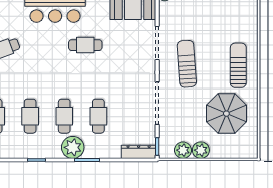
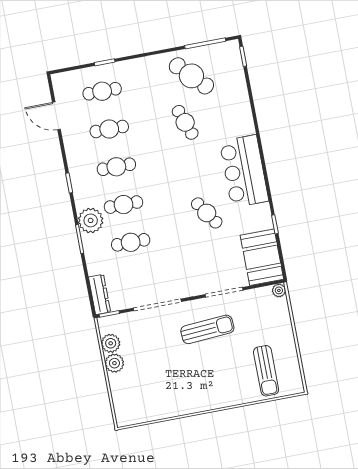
cafe table: (85, 45) -> (207, 213), turned -34
sun lounger: (238, 65) -> (266, 371), moved, turned 90
parasol: (226, 114) -> (160, 384), removed

